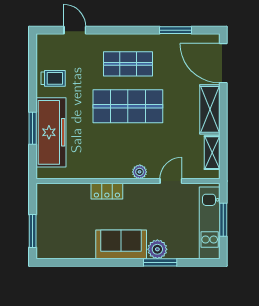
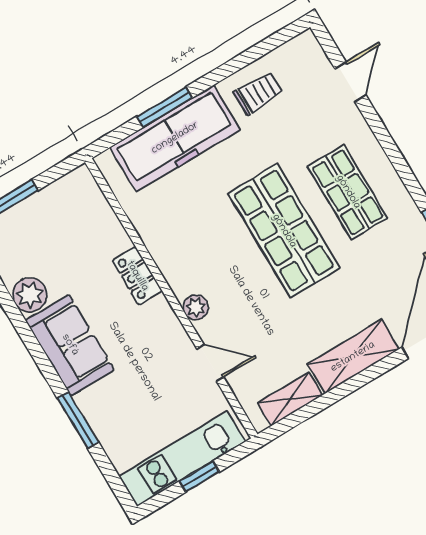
trolley: (53, 78) -> (258, 93), turned -90
window: (223, 220) -> (199, 477), width x0.67
plant: (157, 249) -> (30, 295), moved

